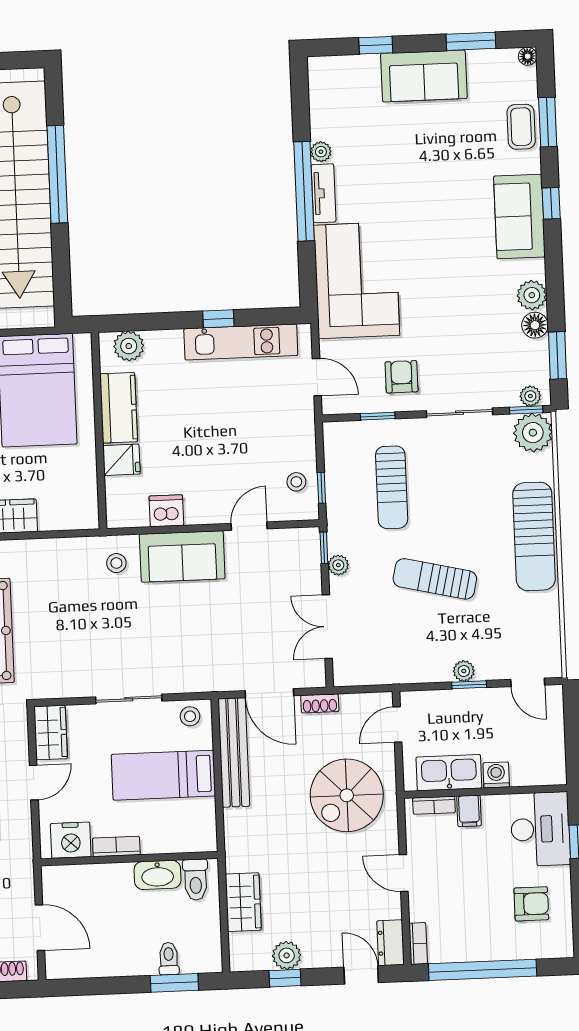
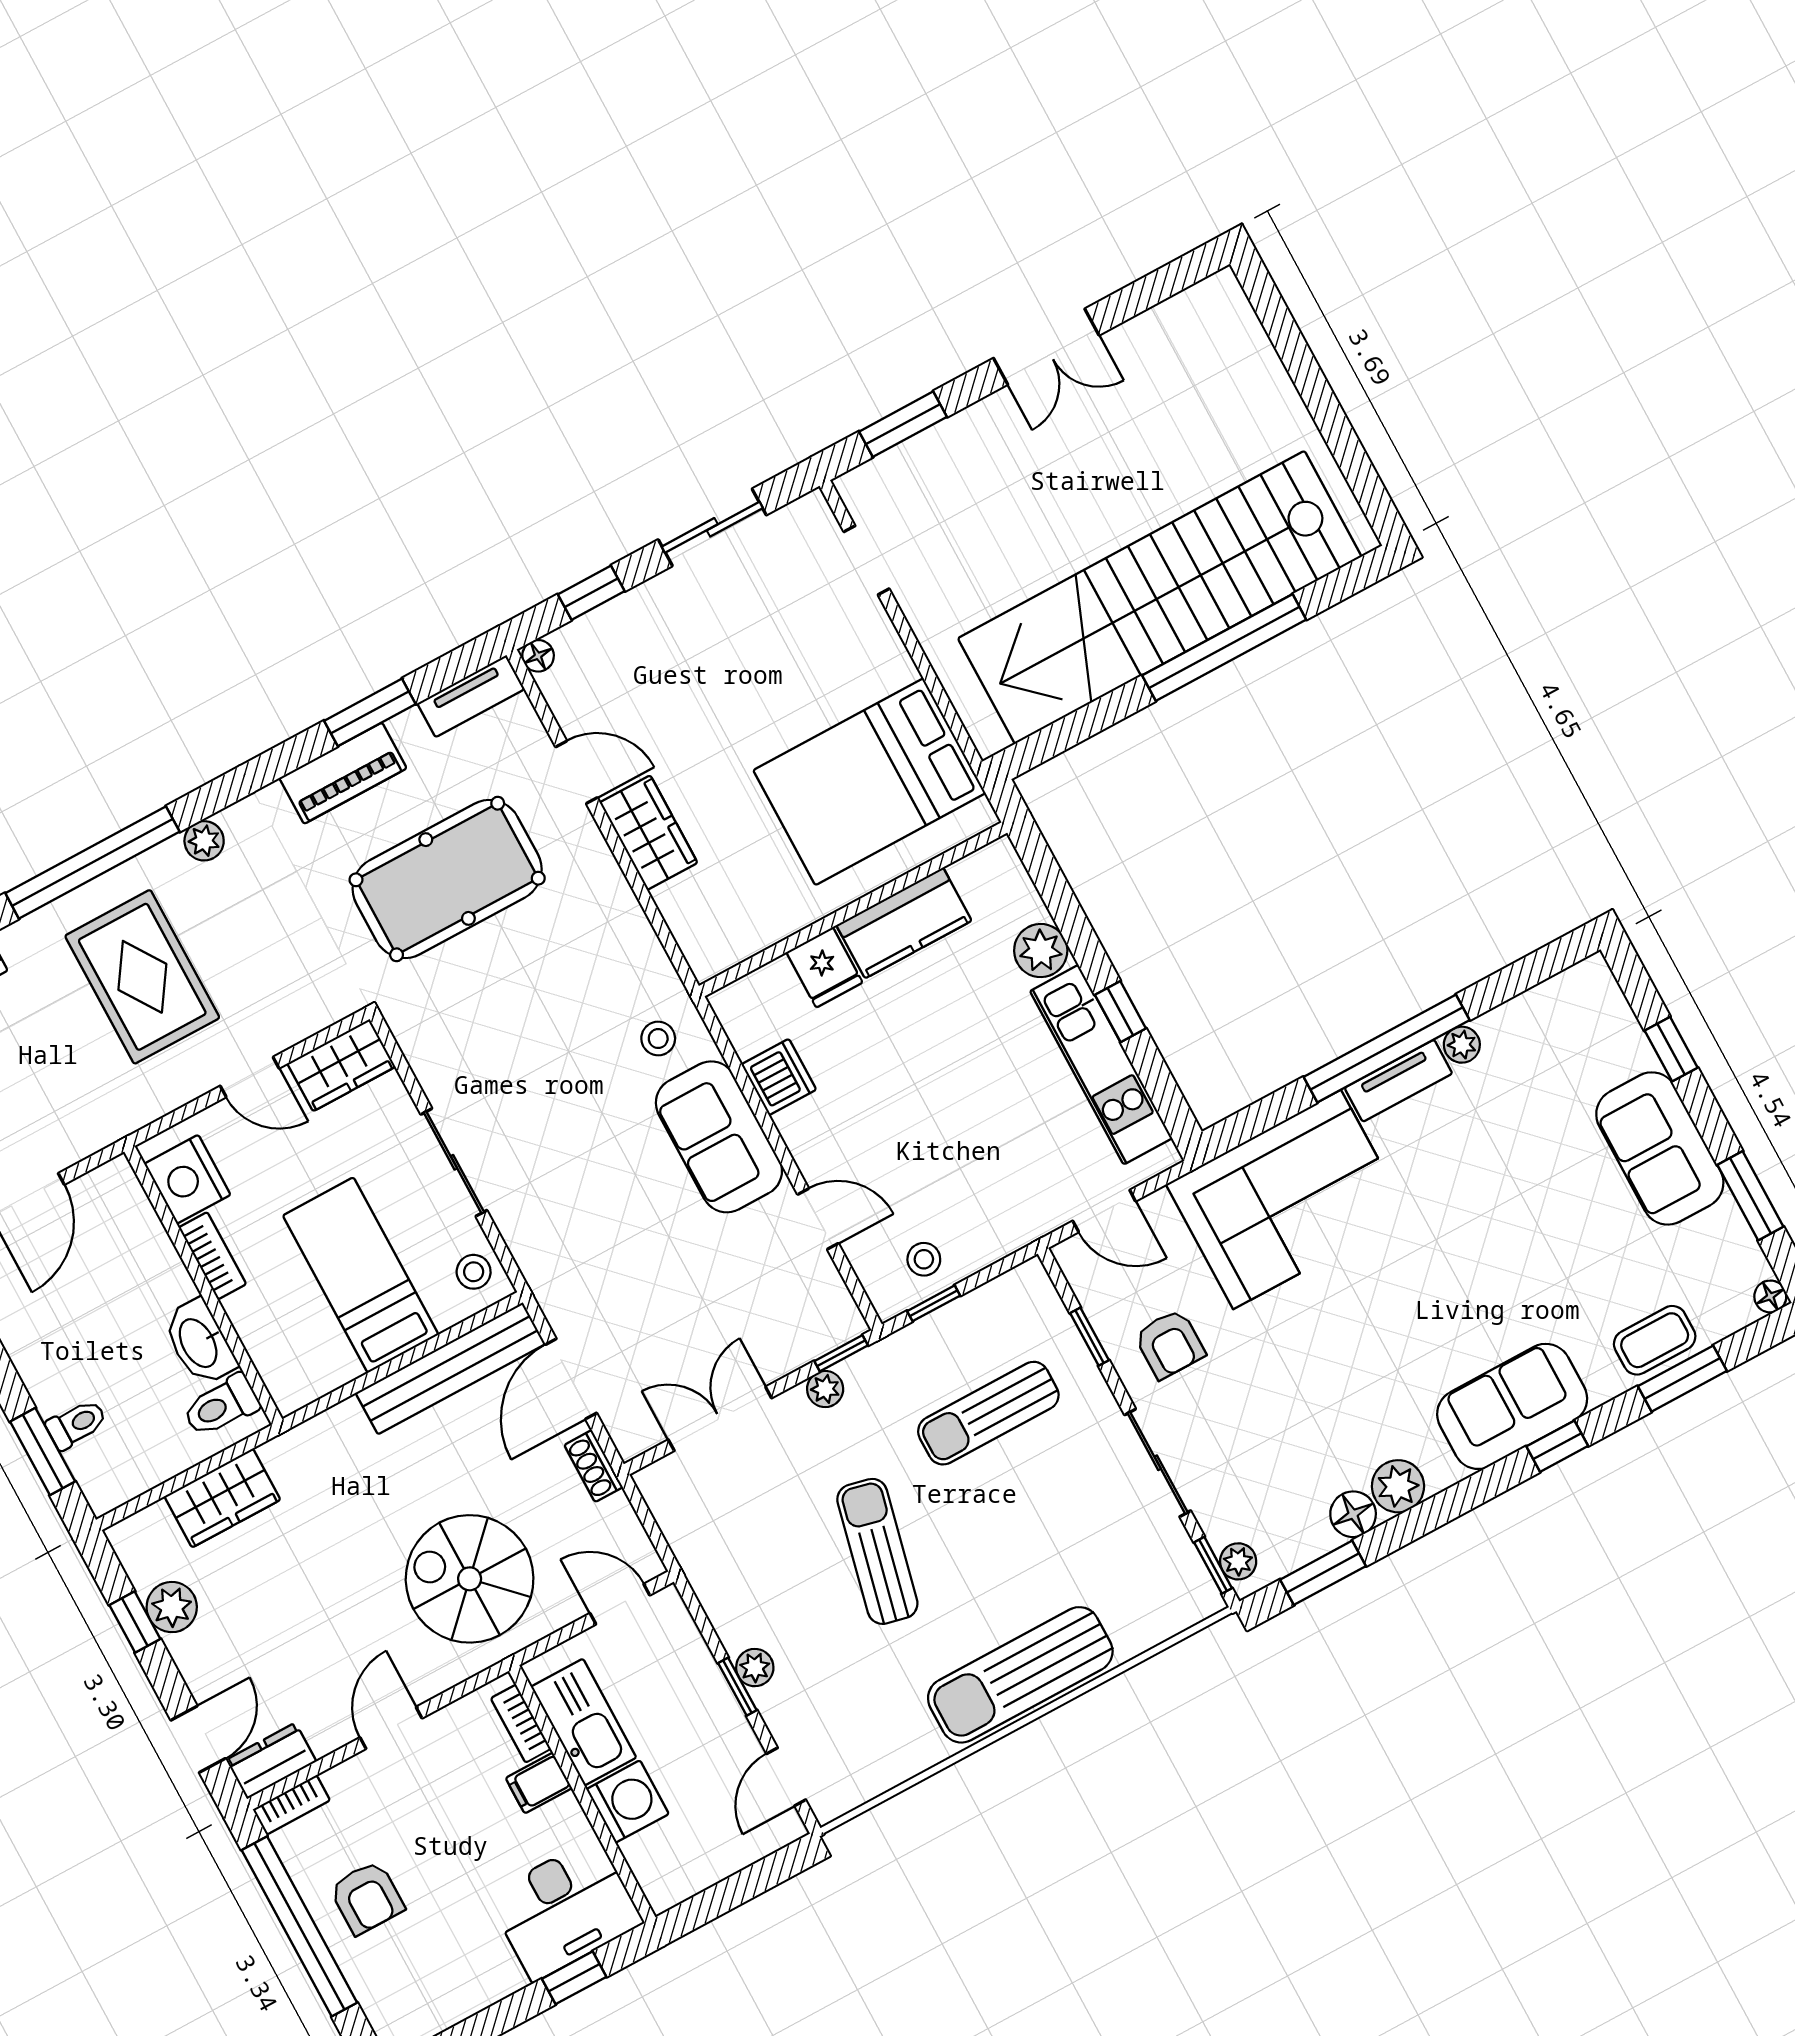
plant: (129, 346) -> (1041, 951), moved
door: (317, 377) -> (1104, 1211), hinge flipped
armchair: (402, 377) -> (1170, 1344), turned 90
plant: (533, 433) -> (1183, 1593), removed
washing machine: (496, 775) -> (628, 1802), width x1.38, depth x1.38
armchair: (531, 904) -> (367, 1898), moved

